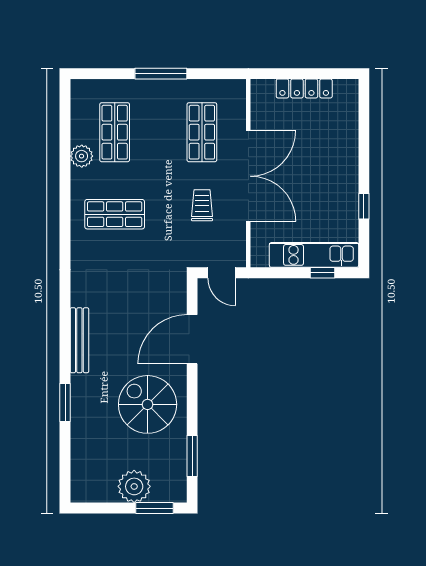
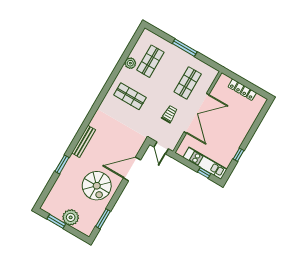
spiral stairs: (148, 404) -> (97, 186), turned 180
window: (155, 508) -> (56, 221), moved

